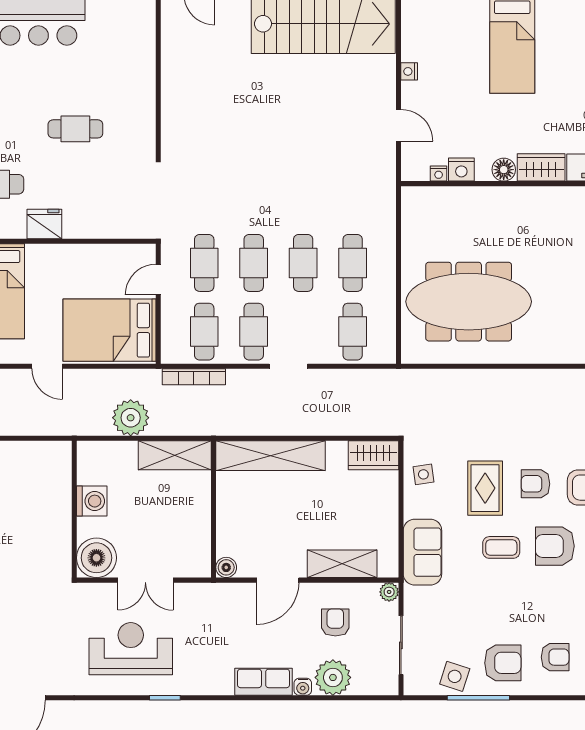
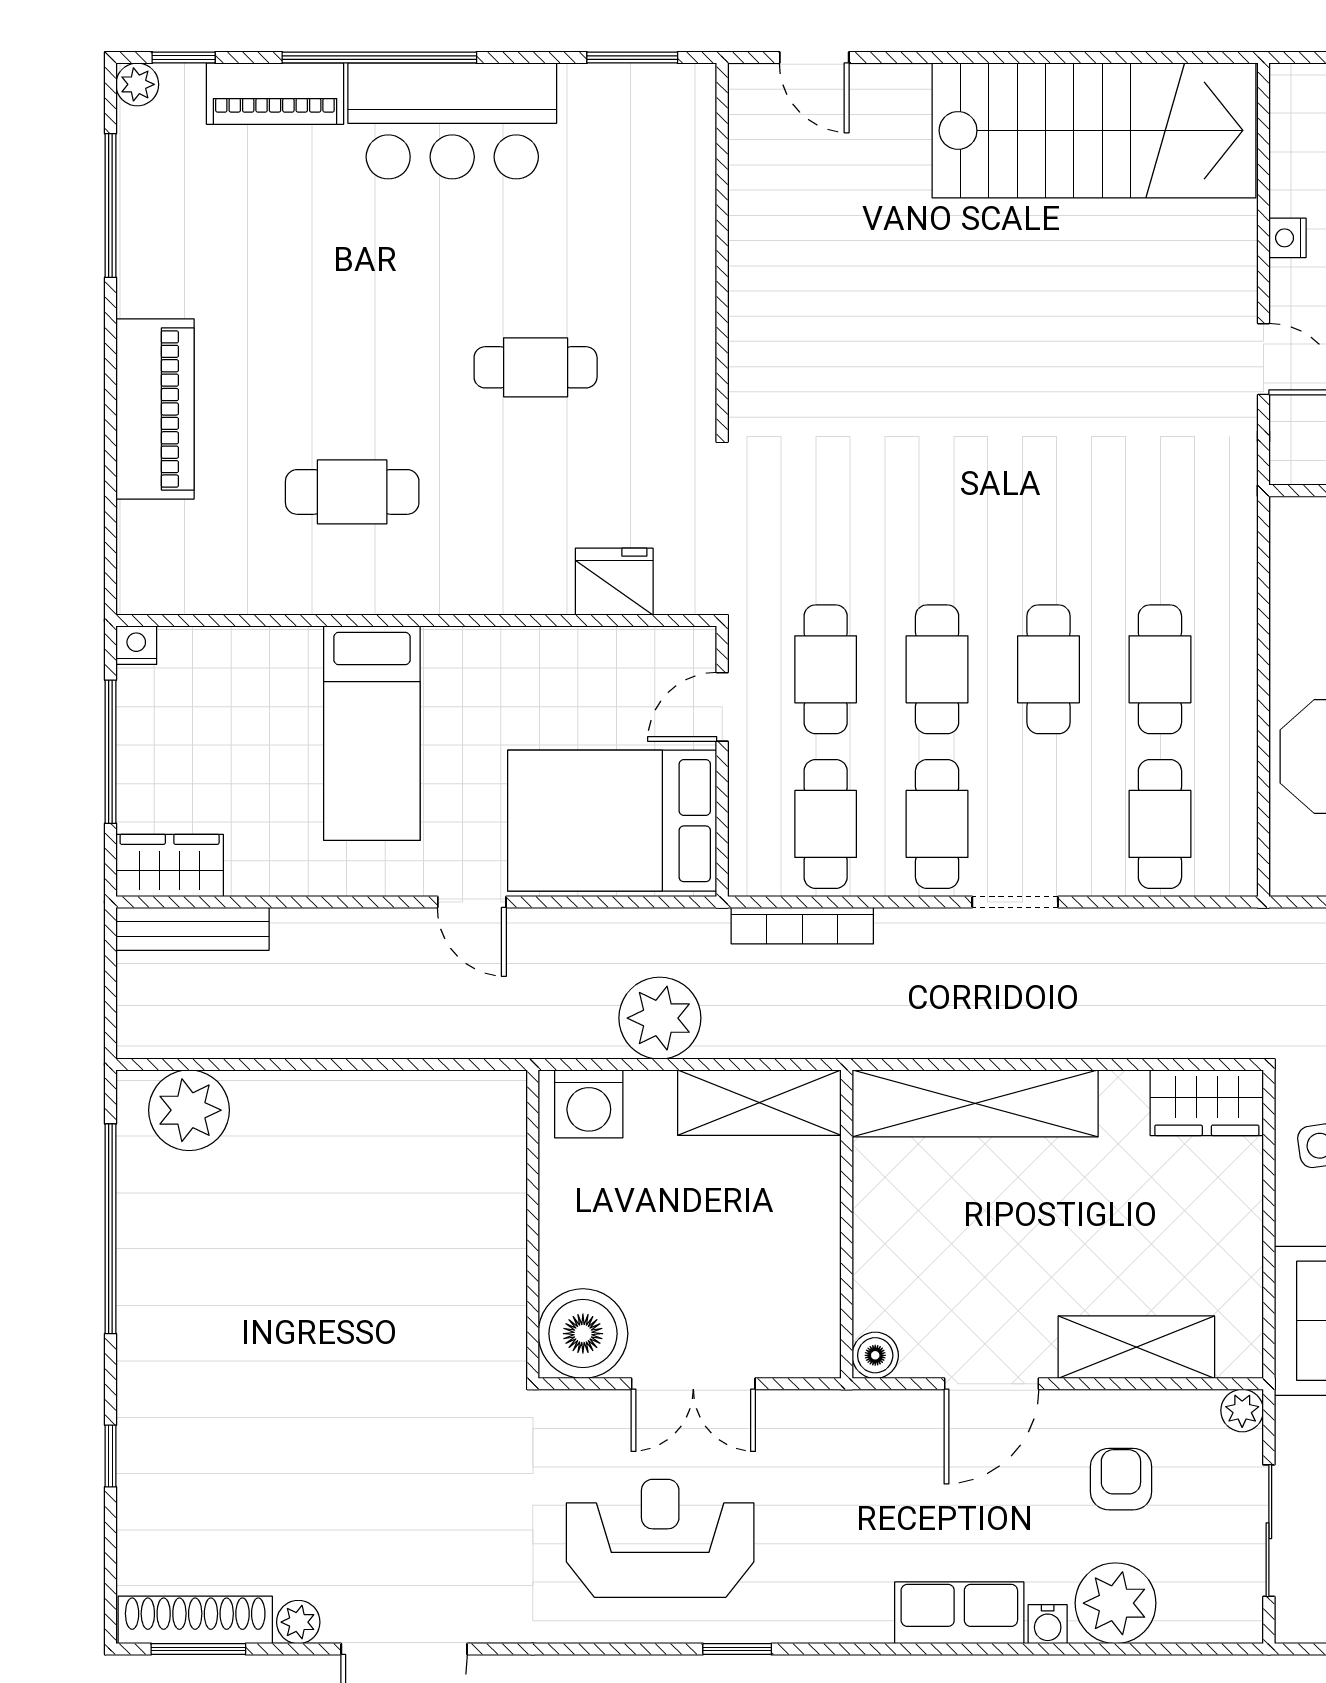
fridge: (44, 224) -> (614, 582), moved
washing machine: (92, 501) -> (589, 1104), moved, turned 90

